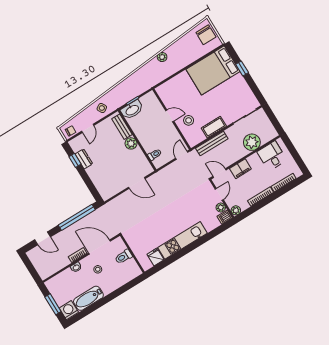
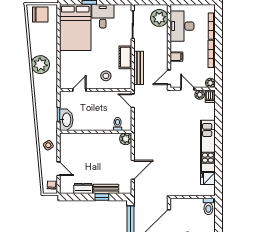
plant: (162, 57) -> (40, 65), width x1.87, depth x1.87
desk: (236, 87) -> (103, 16), added
door: (170, 116) -> (79, 90), moved
bench: (122, 127) -> (106, 189), moved
plant: (252, 142) -> (159, 18), moved
plant: (131, 143) -> (126, 139), moved
desk: (272, 156) -> (182, 26), width x1.37
window: (75, 160) -> (102, 197), moved
filing cabinet: (240, 169) -> (176, 57), width x0.50
door: (137, 183) -> (133, 170), moved
toilet: (123, 257) -> (208, 206), moved

